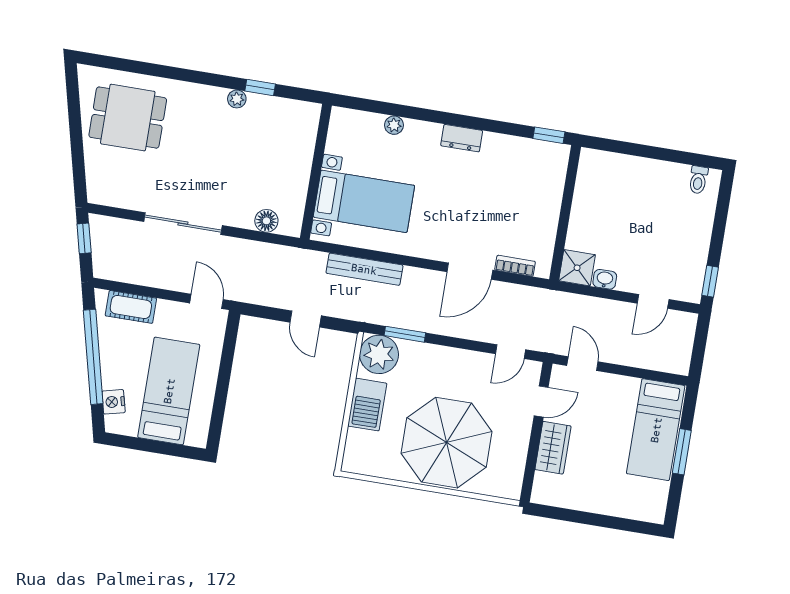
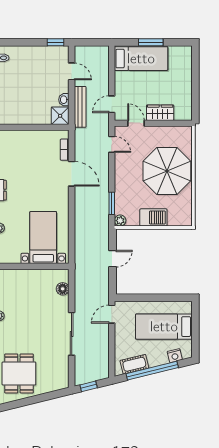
bench: (364, 269) -> (80, 107), moved
cot: (131, 307) -> (134, 364), moved, turned 76
plant: (379, 354) -> (120, 221), width x0.53, depth x0.53

